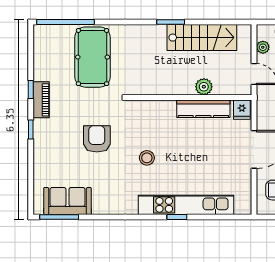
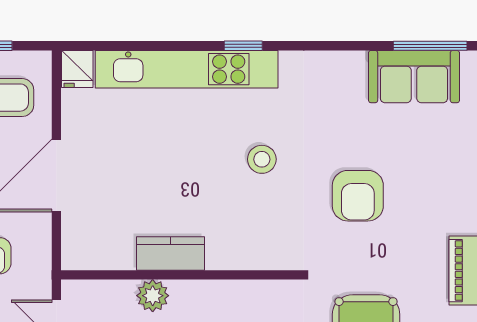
kitchen counter: (203, 109) -> (170, 253), width x0.67
fridge: (242, 110) -> (77, 69), moved, turned 180
window: (177, 217) -> (243, 46), moved

